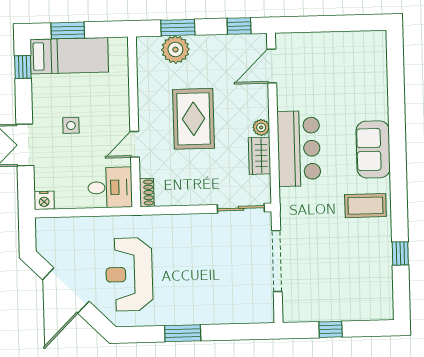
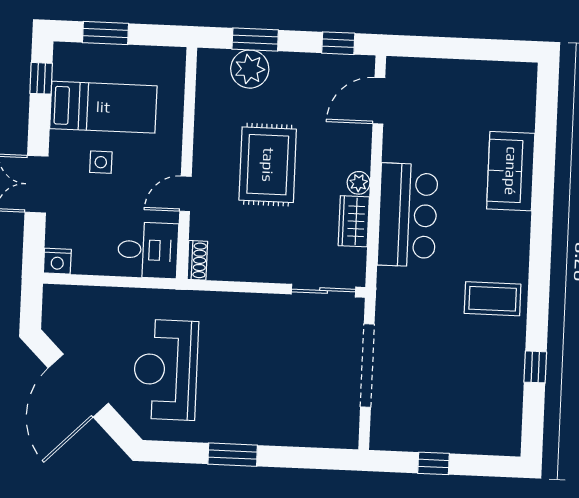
bed: (69, 56) -> (103, 107), moved
sofa: (373, 149) -> (511, 171), moved

